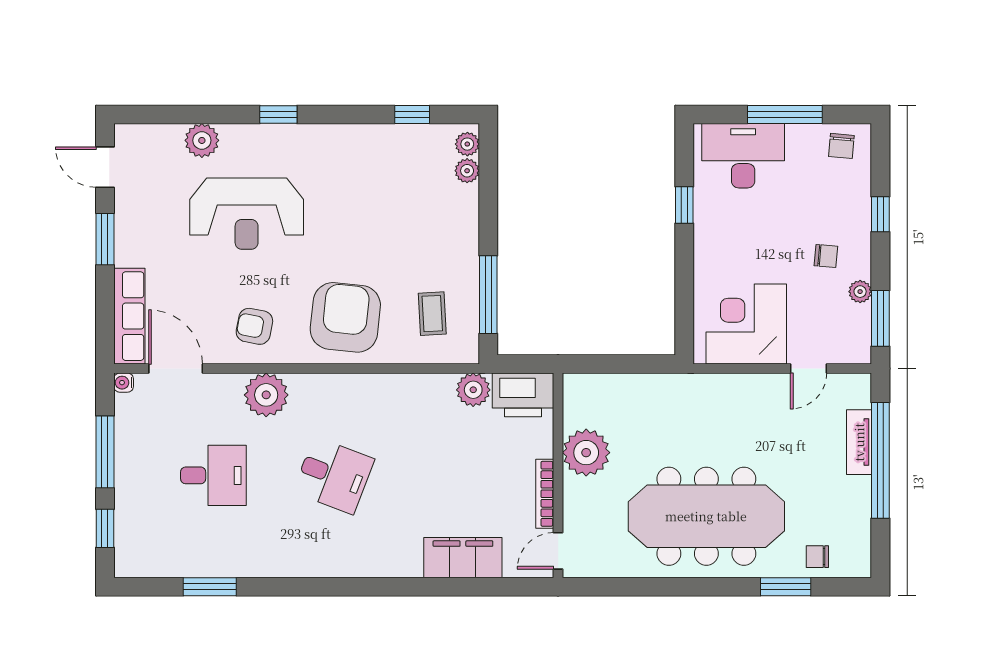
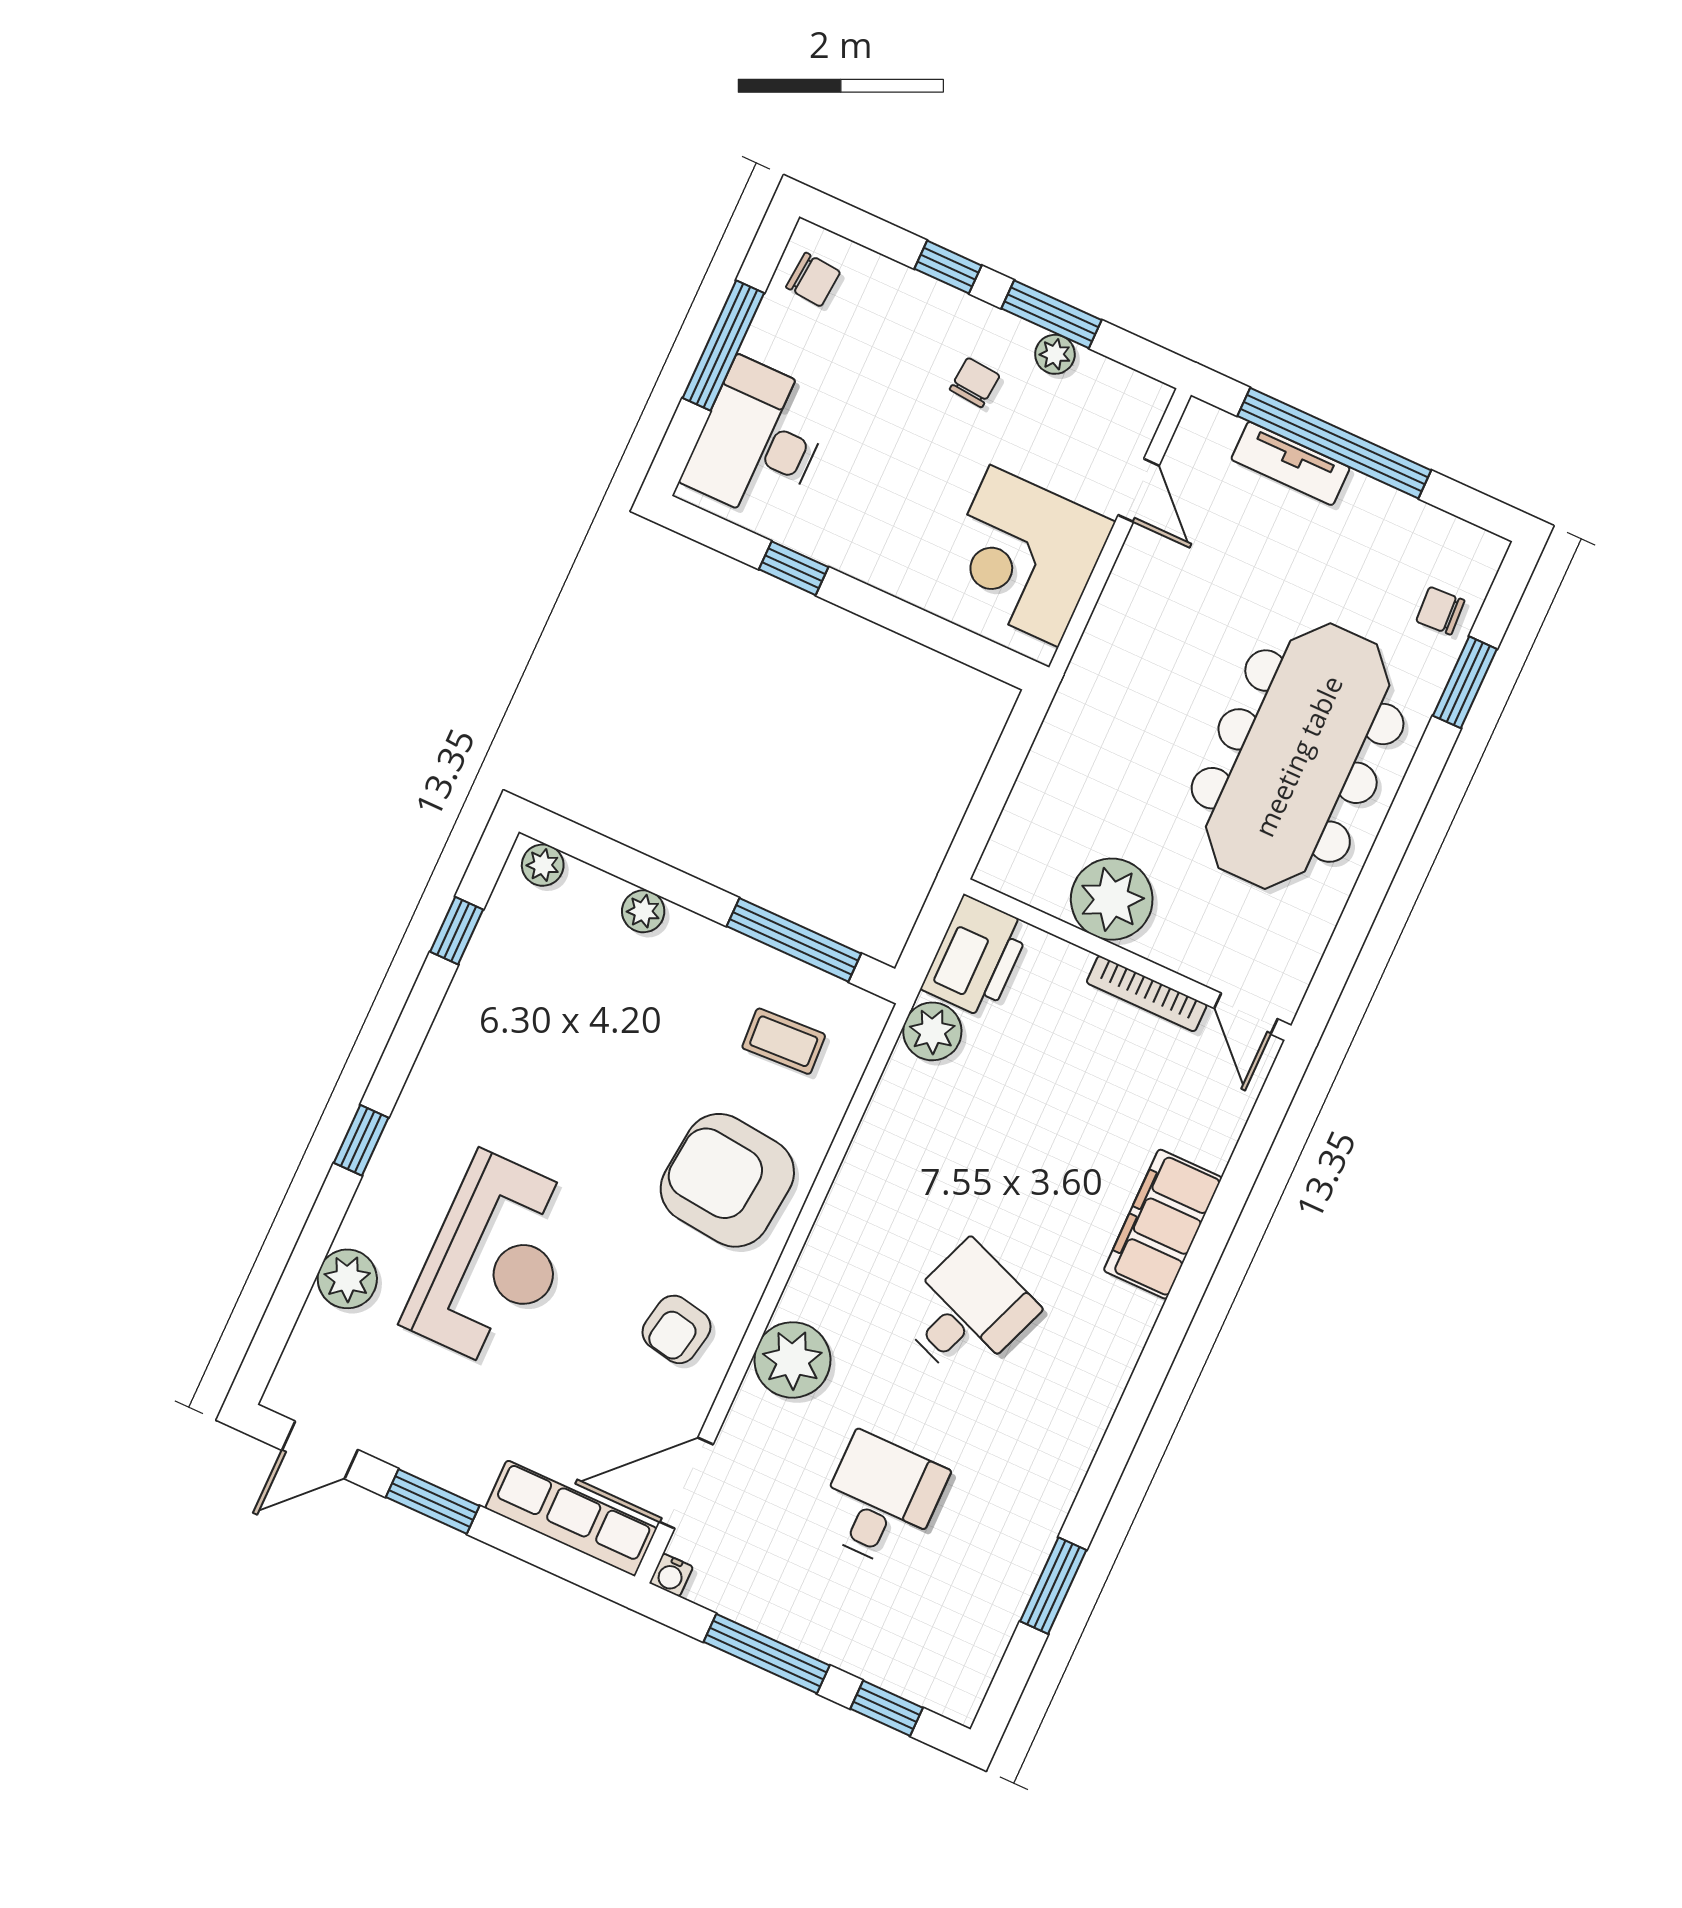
plant: (467, 171) -> (643, 911), moved
window: (880, 318) -> (1052, 314), moved
chair: (817, 557) -> (1440, 611), turned 87
filing cabinet: (463, 558) -> (1163, 1224), moved

